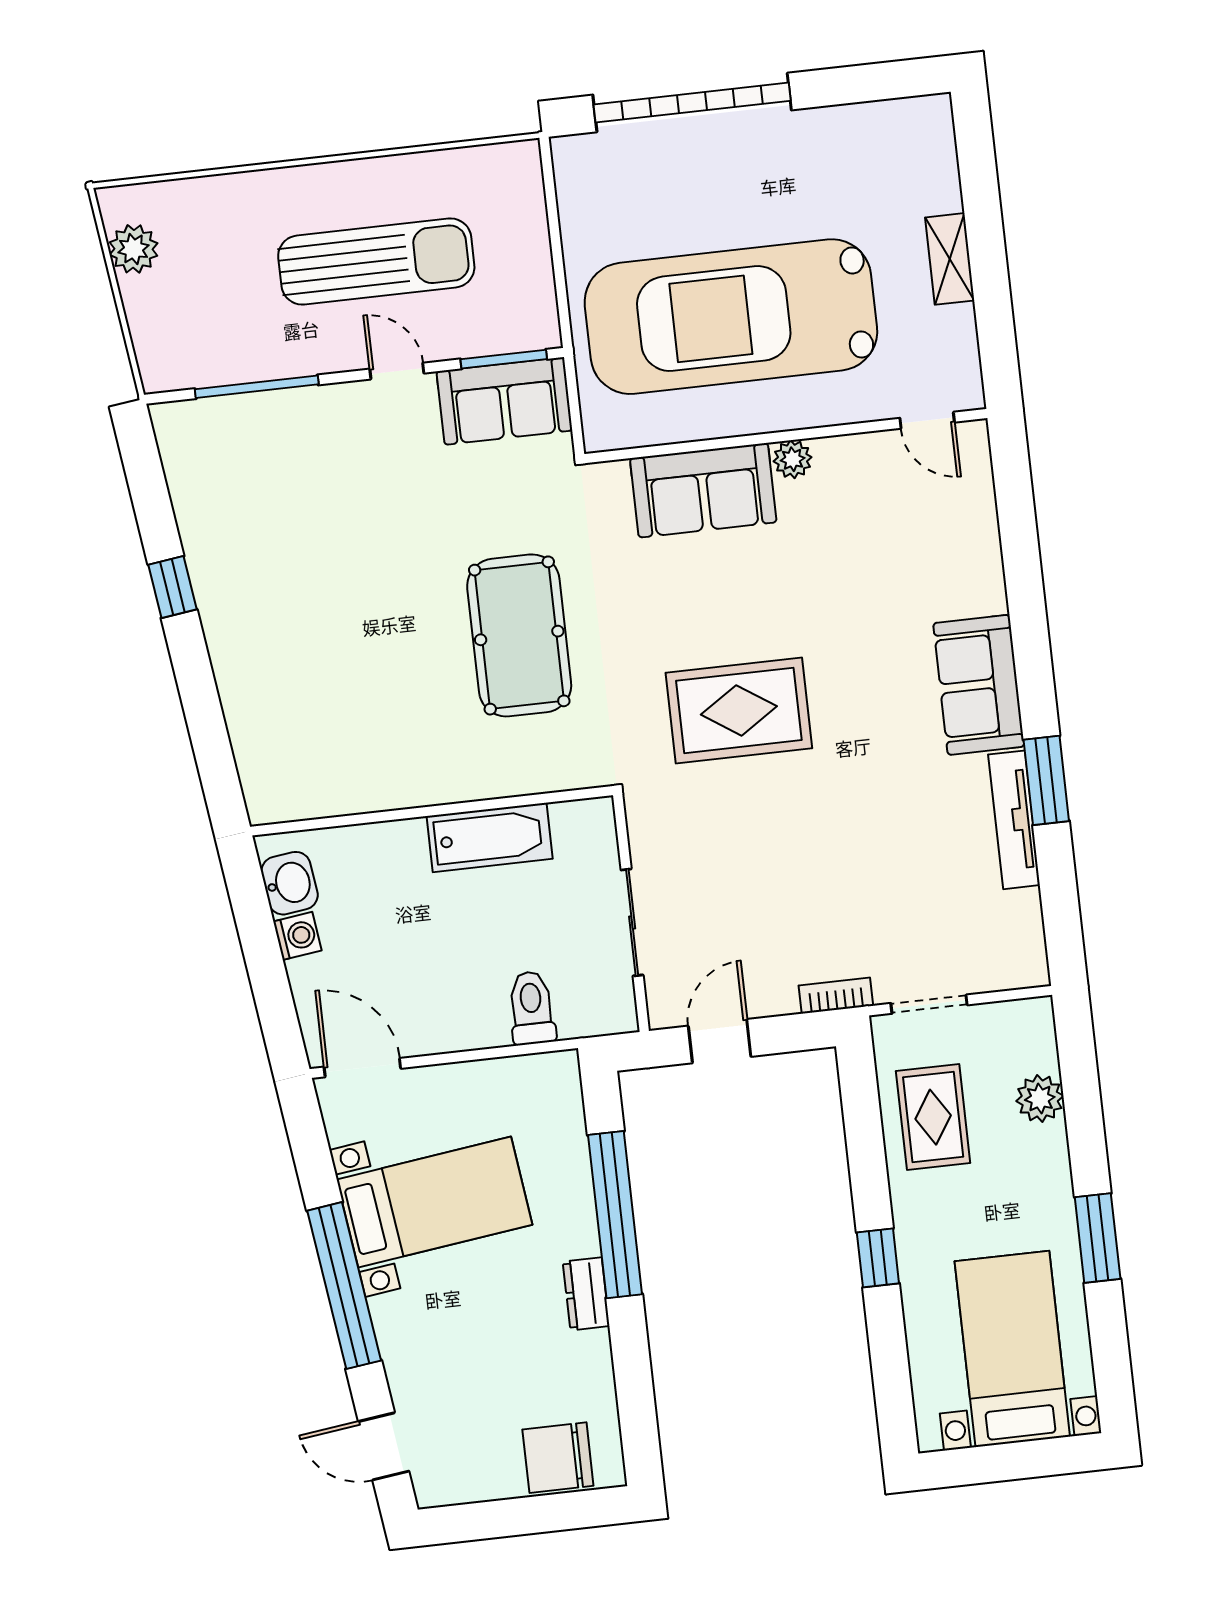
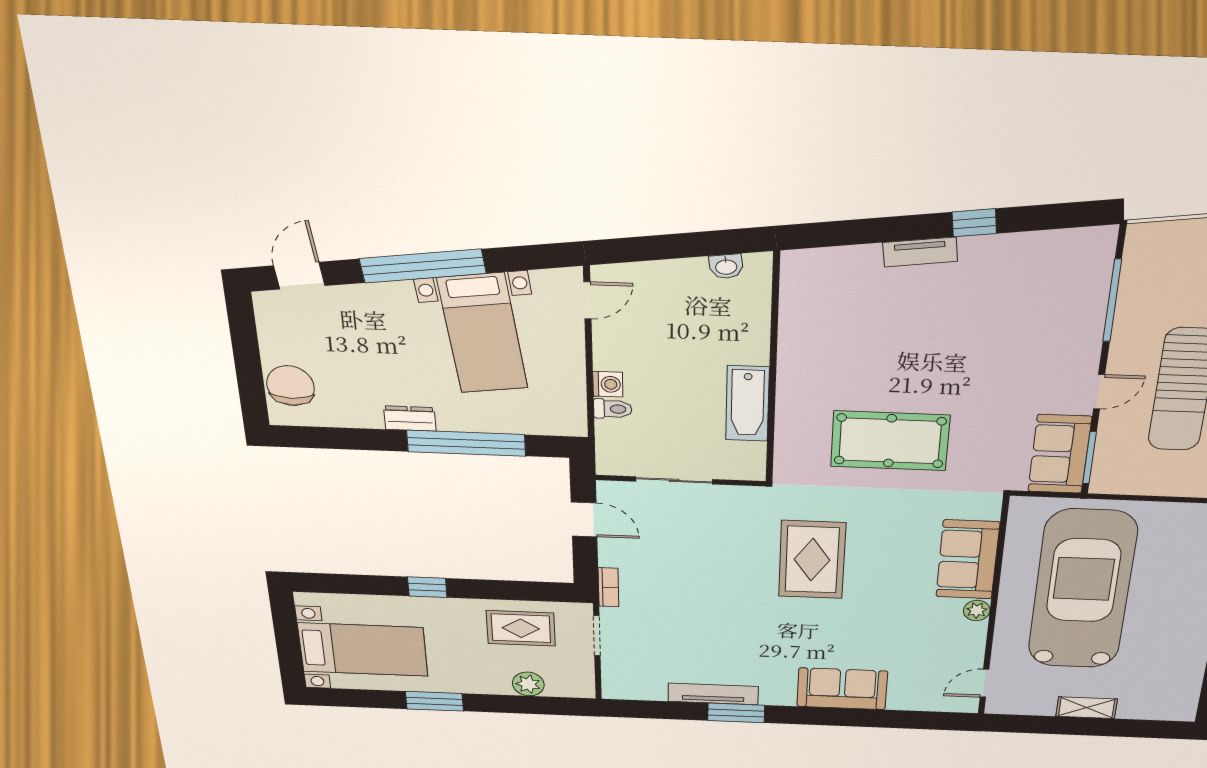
tv unit: (225, 648) -> (920, 252), added
sofa: (979, 685) -> (842, 689), moved
washbasin: (289, 883) -> (726, 266), width x0.72, depth x0.69
washing machine: (297, 936) -> (608, 384), moved, turned -83
toilet: (532, 1008) -> (613, 409), width x0.73, depth x0.72
door: (362, 1068) -> (587, 300), width x0.73

